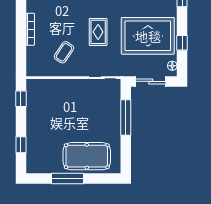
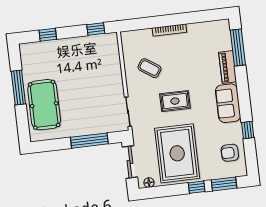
window: (182, 43) -> (197, 187), moved

